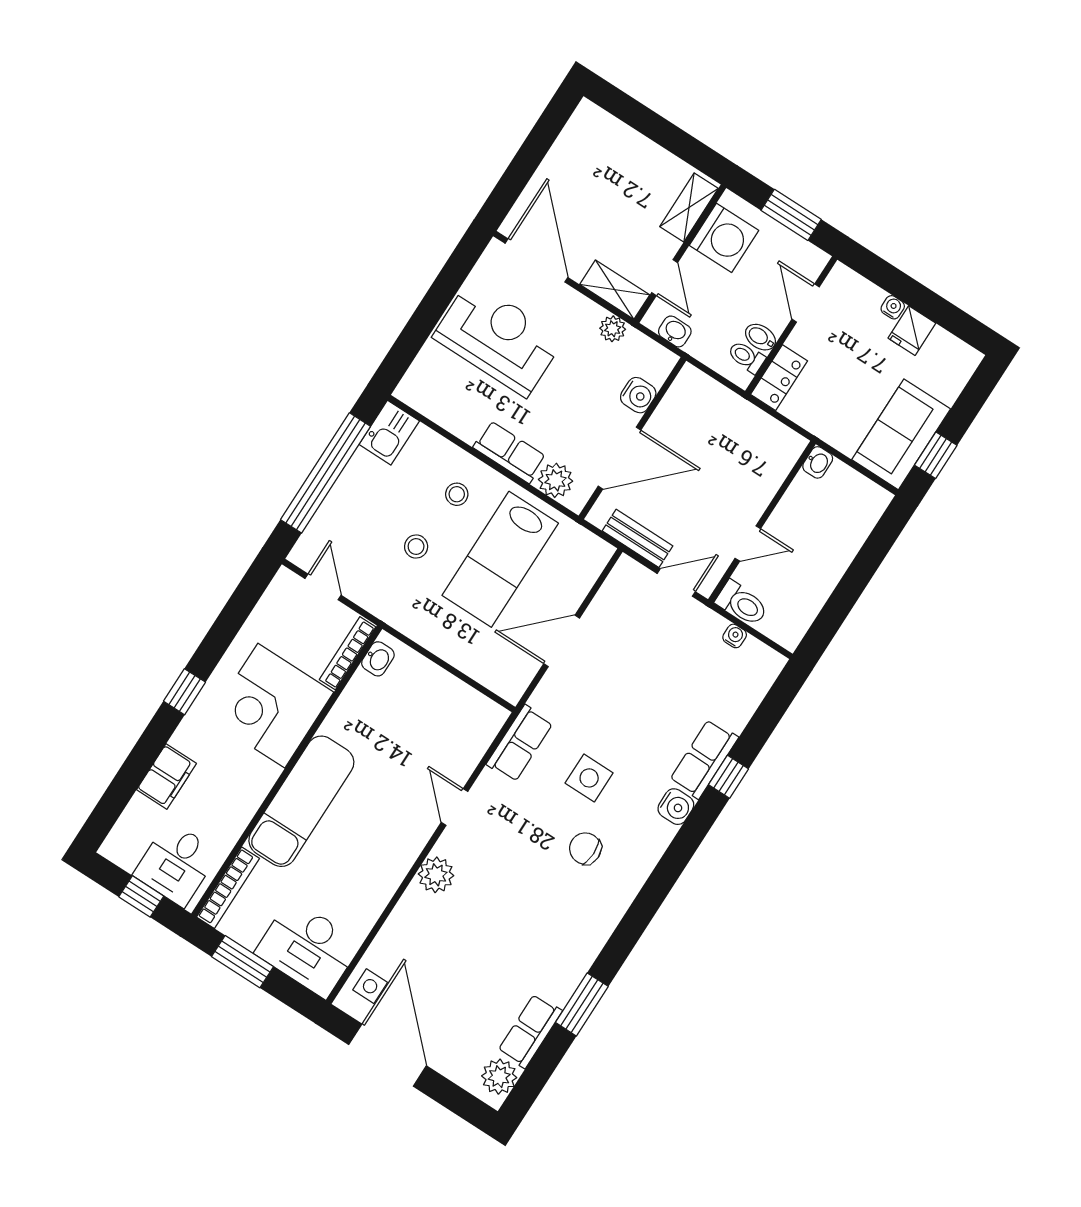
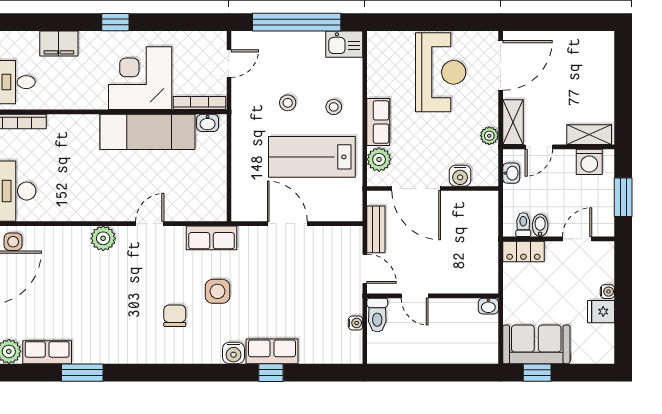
washing machine: (724, 238) -> (589, 162), width x0.73, depth x0.73
exam couch: (301, 801) -> (148, 132), moved

